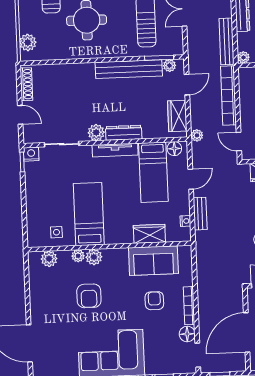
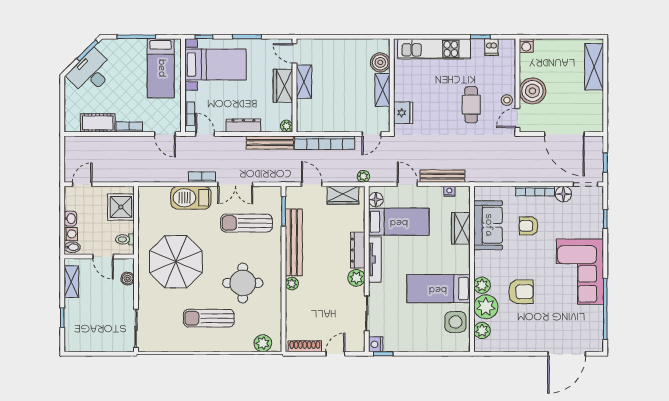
plant: (169, 66) -> (292, 284), moved
bench: (200, 214) -> (442, 176), width x1.36
side table: (56, 232) -> (455, 322), width x1.87, depth x1.87
plant: (78, 256) -> (486, 307), width x1.87, depth x1.87

